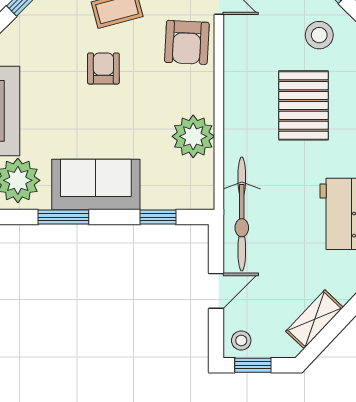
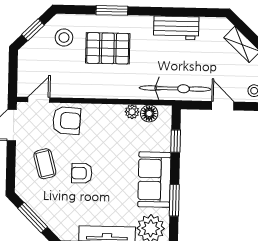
plant: (193, 136) -> (132, 112), width x0.53, depth x0.53
floor lamp: (201, 174) -> (149, 114), added

